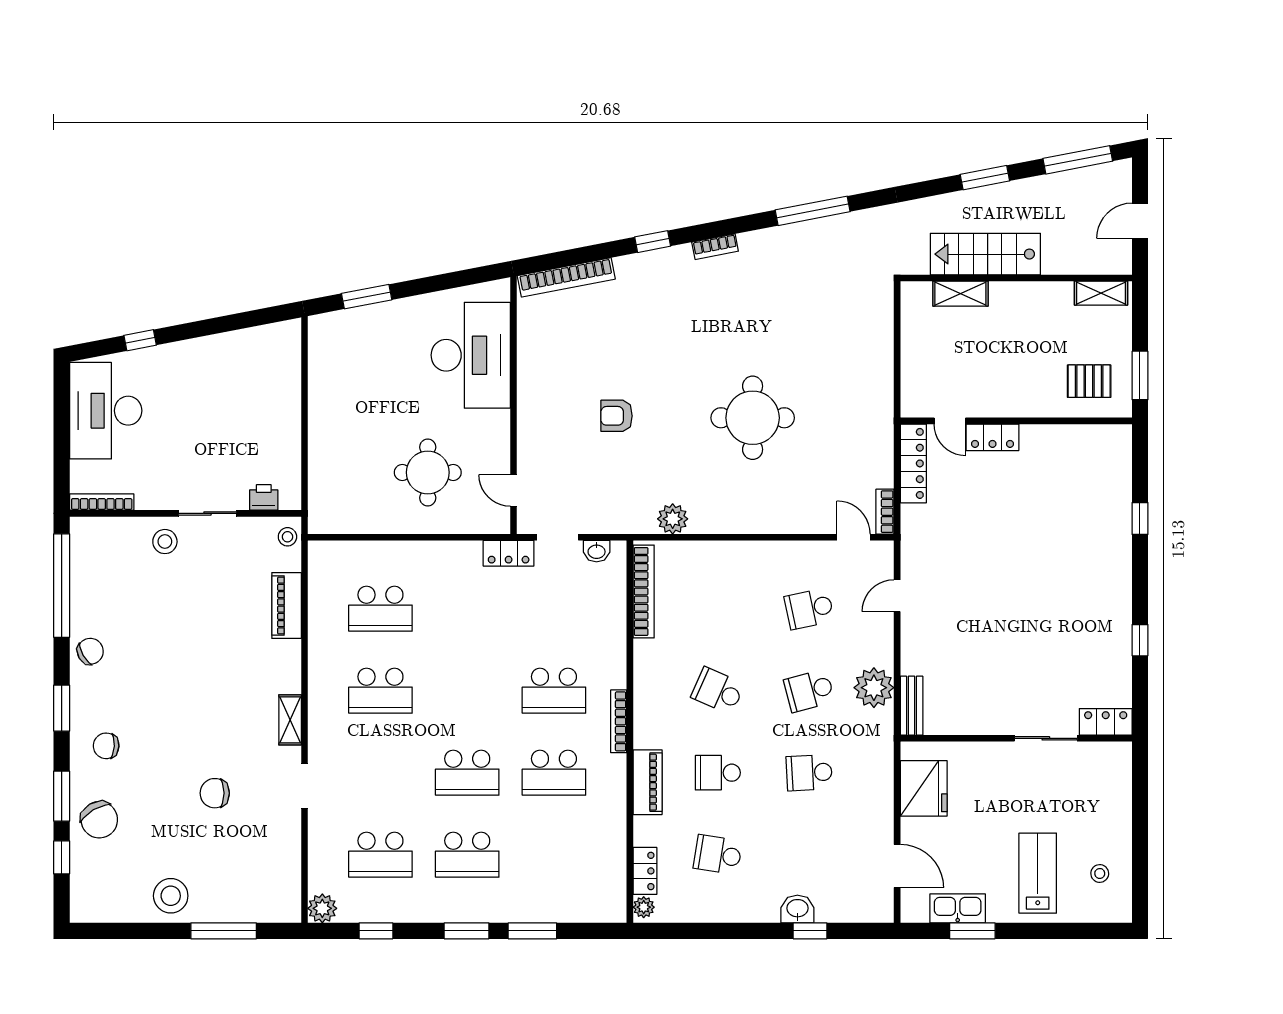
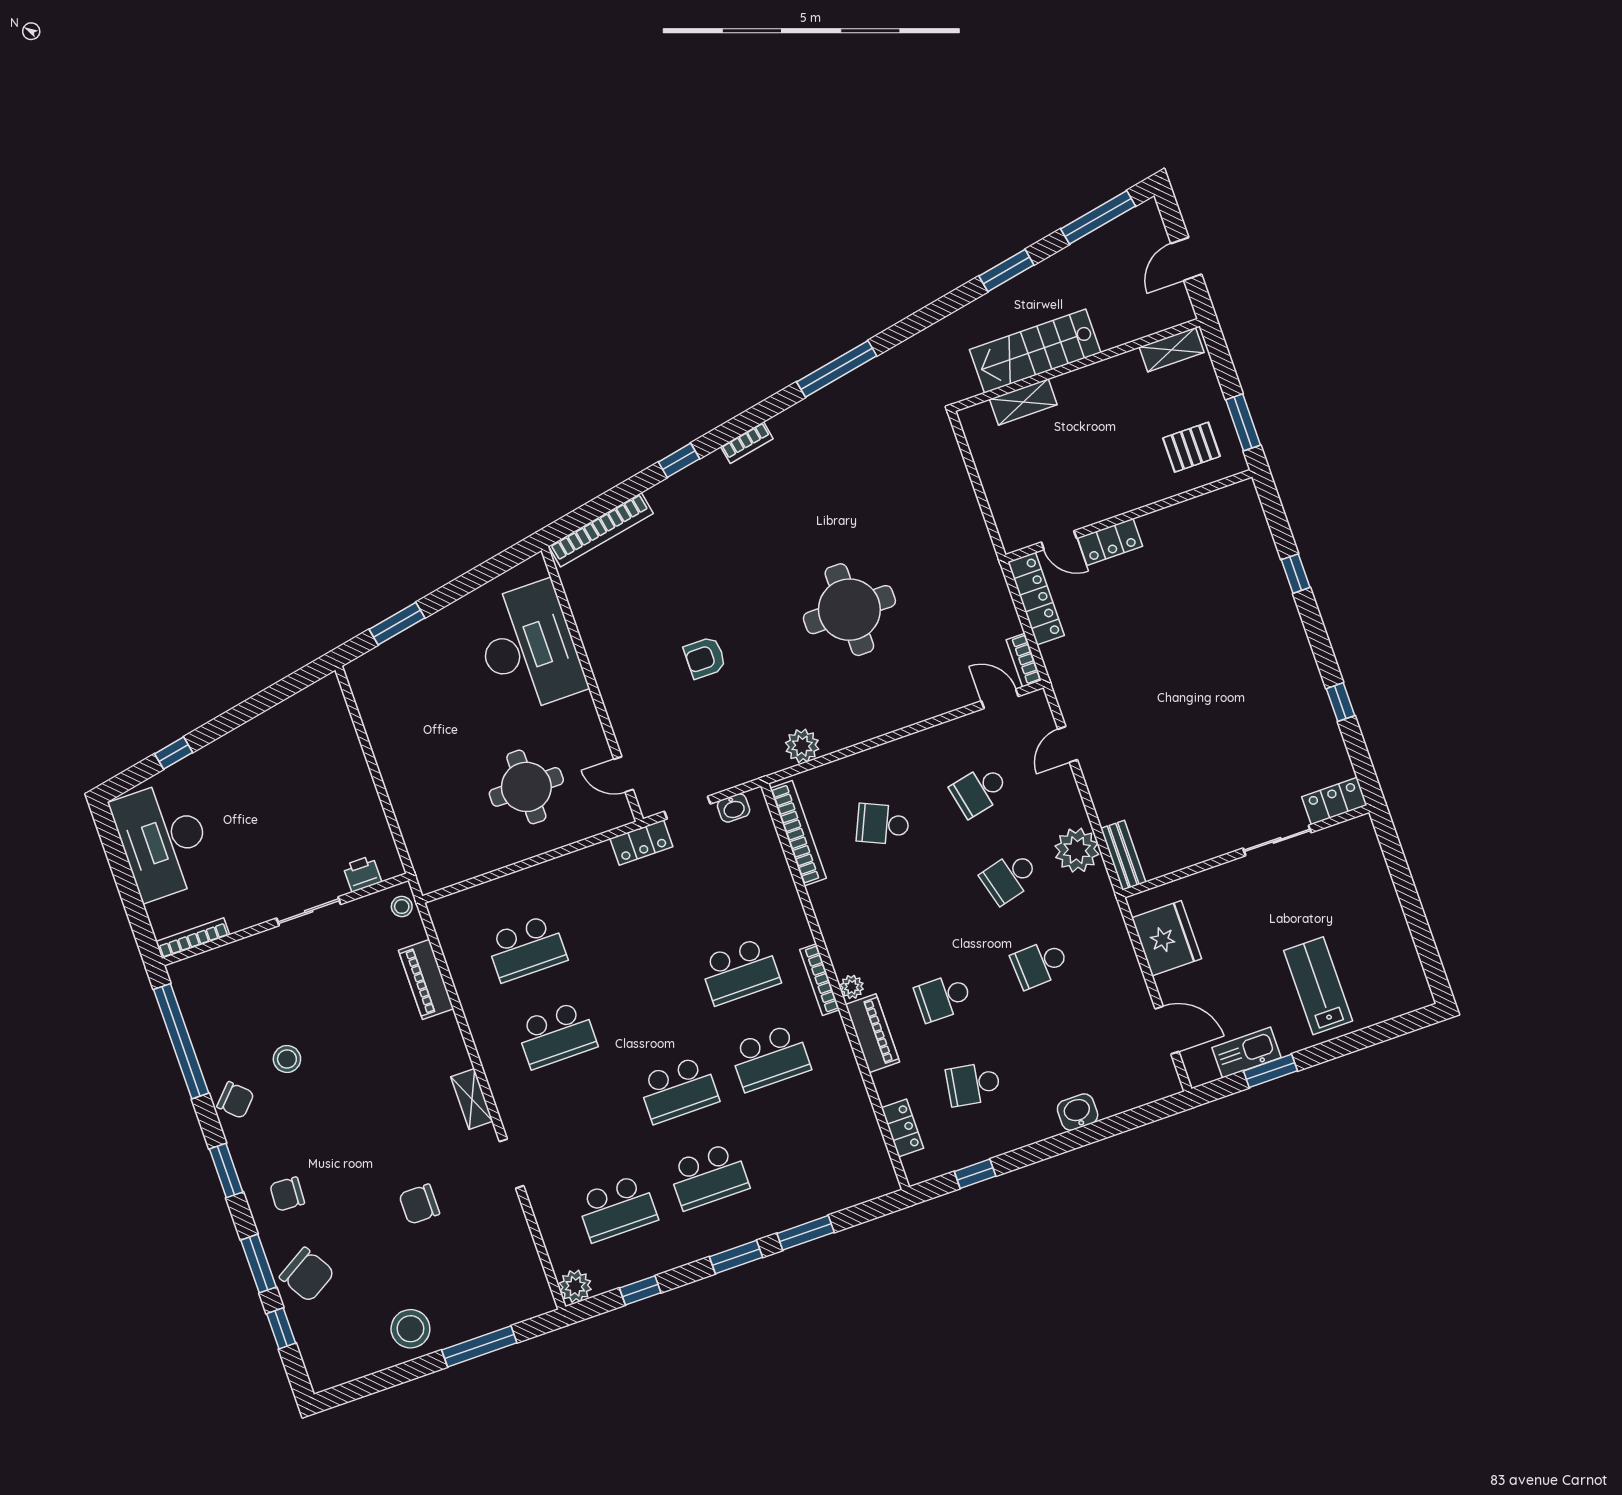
stool: (165, 542) -> (287, 1059), moved
chair: (90, 651) -> (236, 1100), turned 74
school desk: (718, 691) -> (883, 824), moved
stool: (1100, 873) -> (1384, 963), removed
plant: (644, 907) -> (852, 987), moved
window: (810, 931) -> (975, 1174), moved

